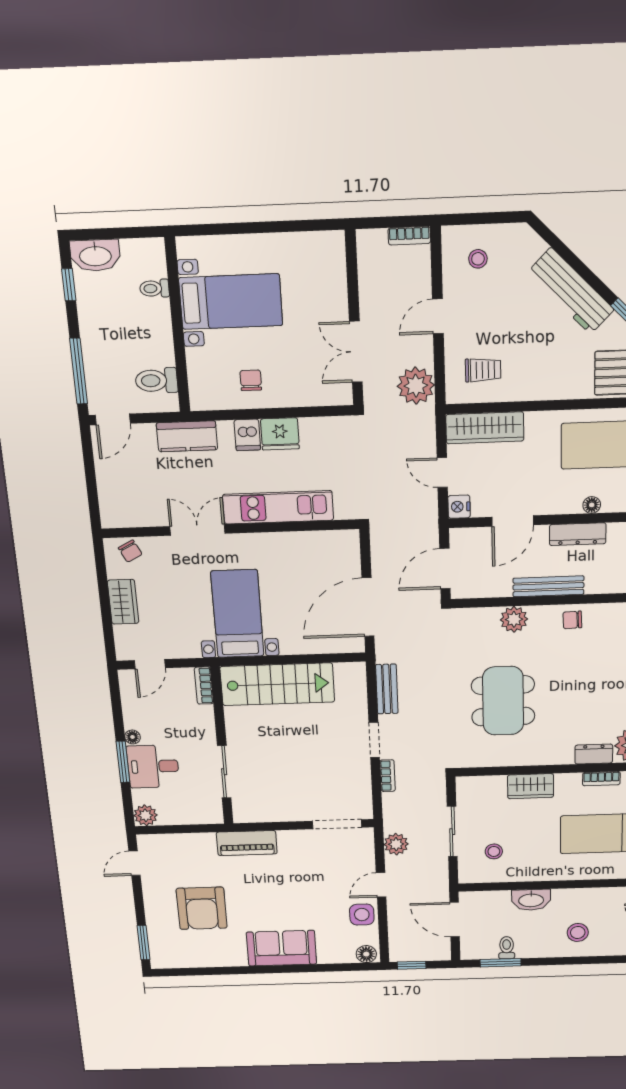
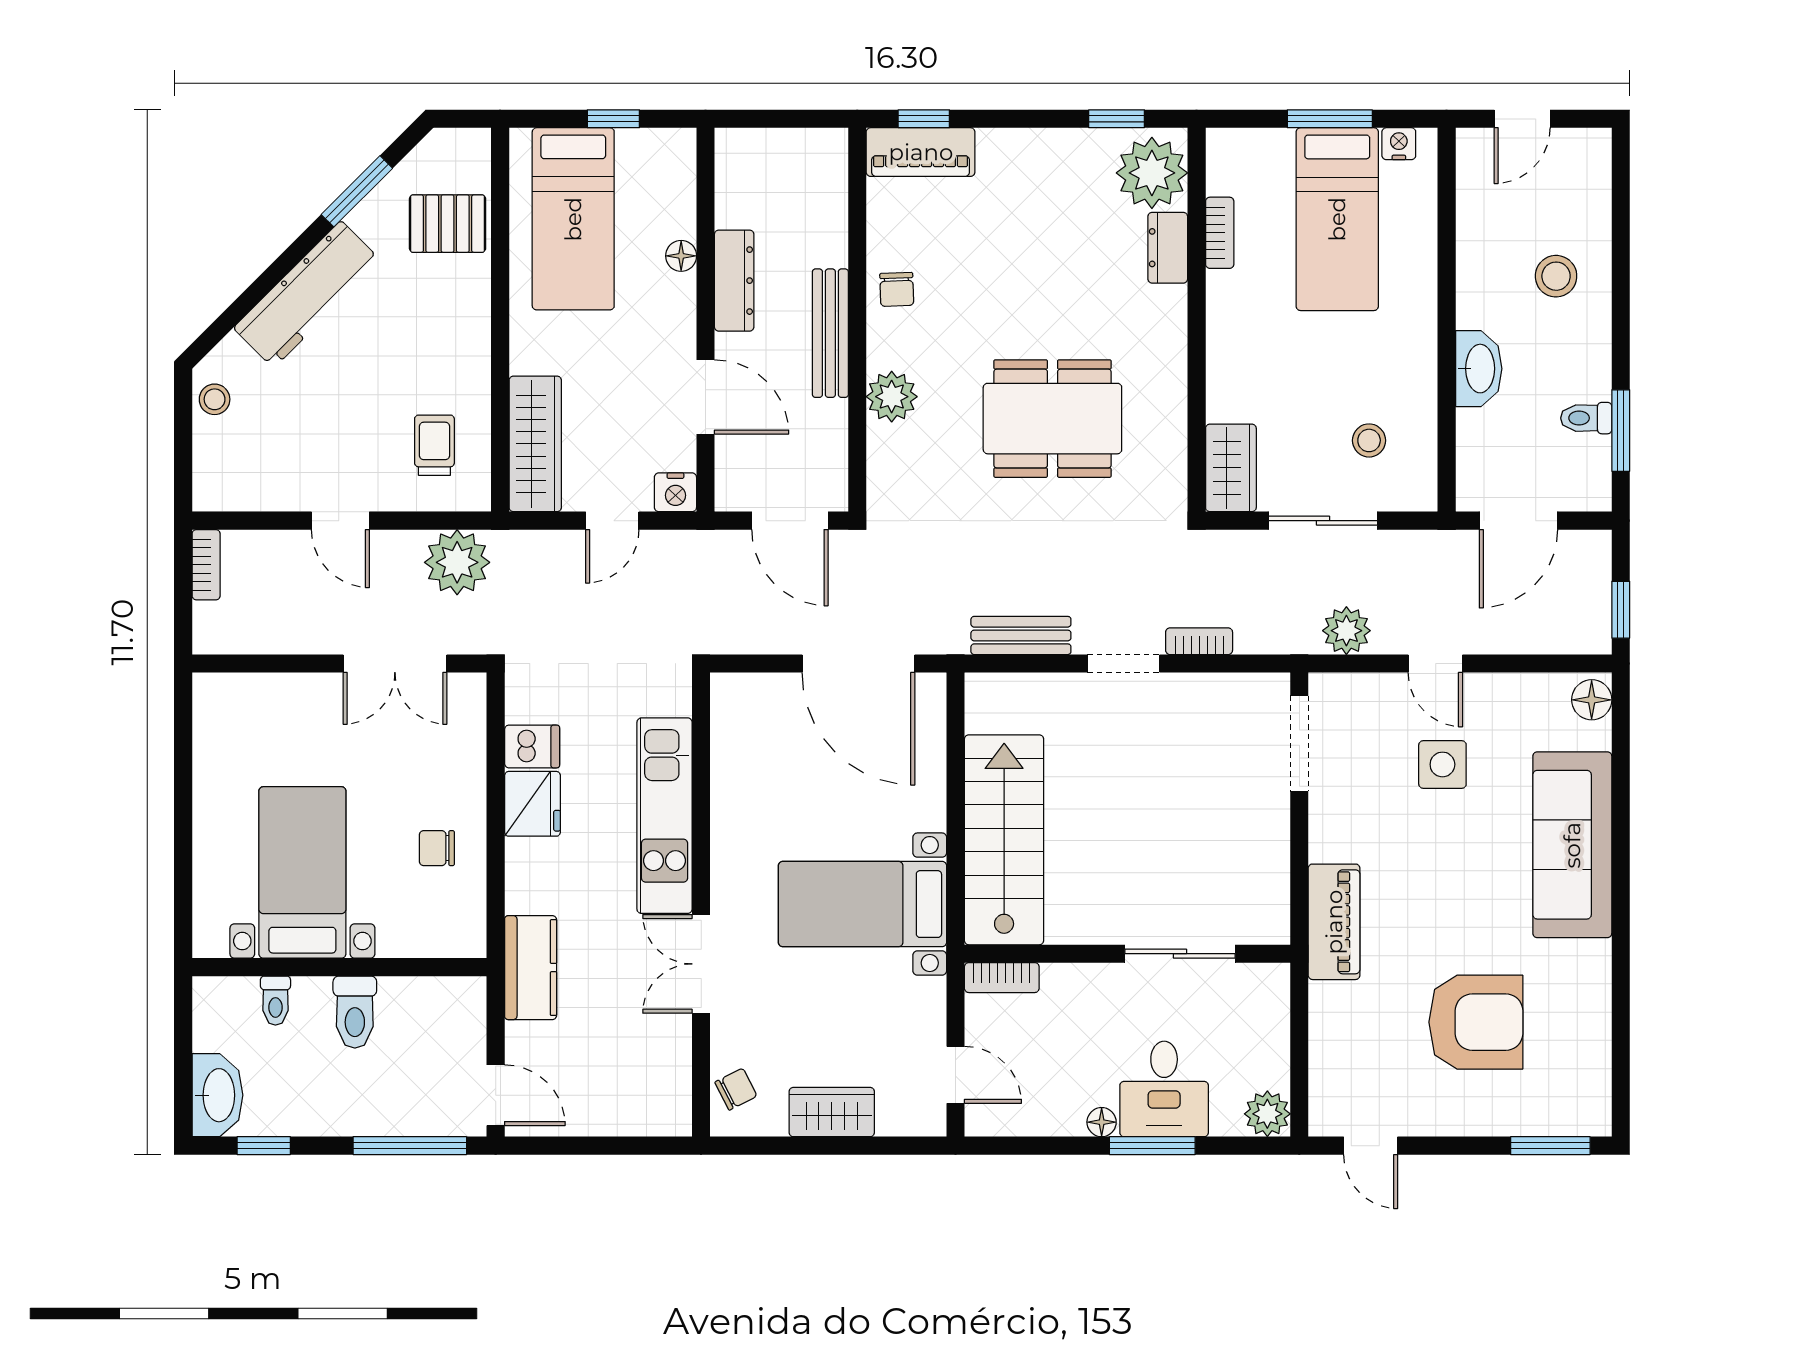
stool: (478, 259) -> (215, 399), moved
toilet: (156, 381) -> (355, 1012), moved
dishwasher: (247, 435) -> (532, 746), moved
wardrobe: (531, 786) -> (1231, 468), moved
side table: (362, 915) -> (1442, 764), moved
sofa: (282, 948) -> (1572, 845), width x1.36

